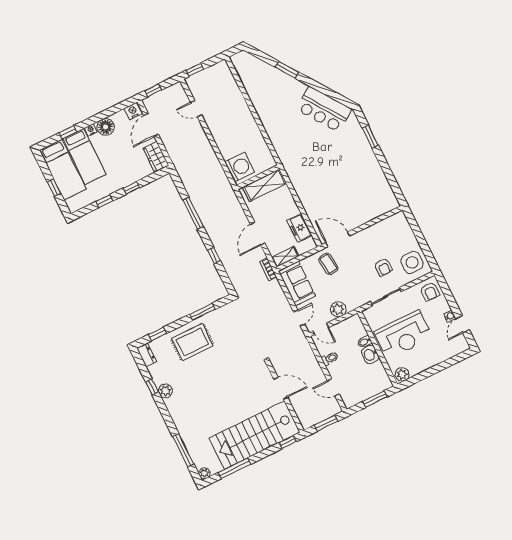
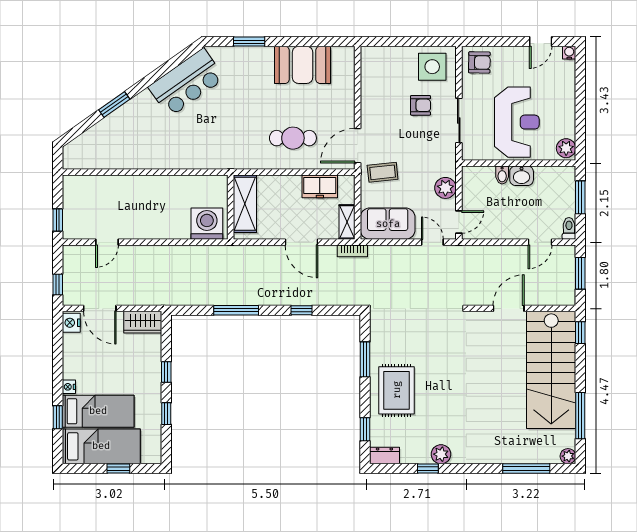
floor lamp: (106, 127) -> (74, 367), removed
booth: (372, 178) -> (303, 65), added
cafe table: (322, 195) -> (293, 138), added
water cooler: (450, 316) -> (569, 53), moved
door: (463, 324) -> (541, 42), hinge flipped
toilet: (330, 358) -> (569, 228), moved

